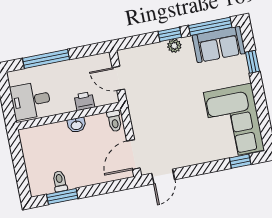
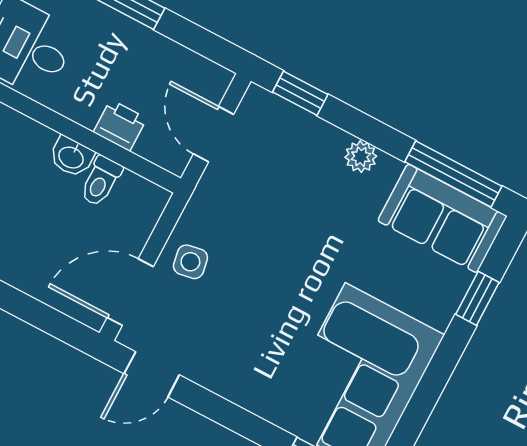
window: (170, 34) -> (300, 93), moved
toilet: (115, 121) -> (101, 181), moved
side table: (145, 128) -> (190, 262), added

